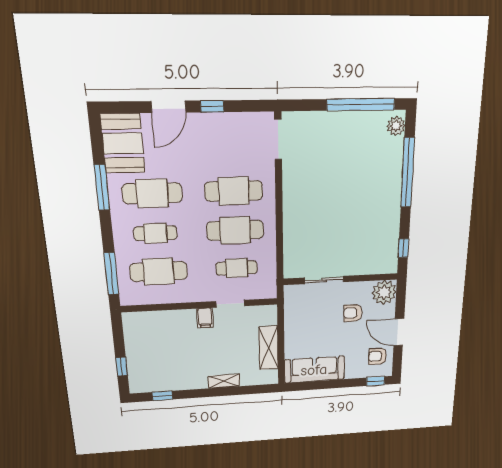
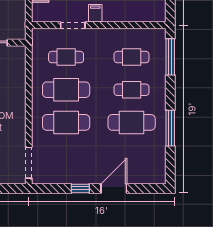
booth: (123, 143) -> (151, 162), removed
cafe table: (159, 271) -> (132, 57), width x0.73, depth x0.74

